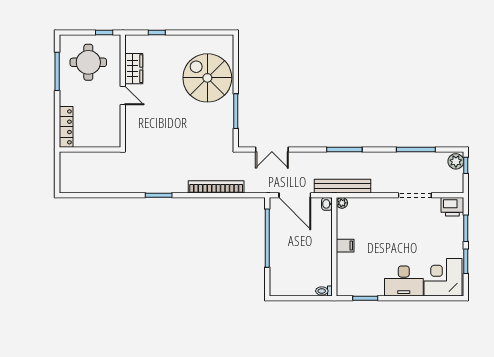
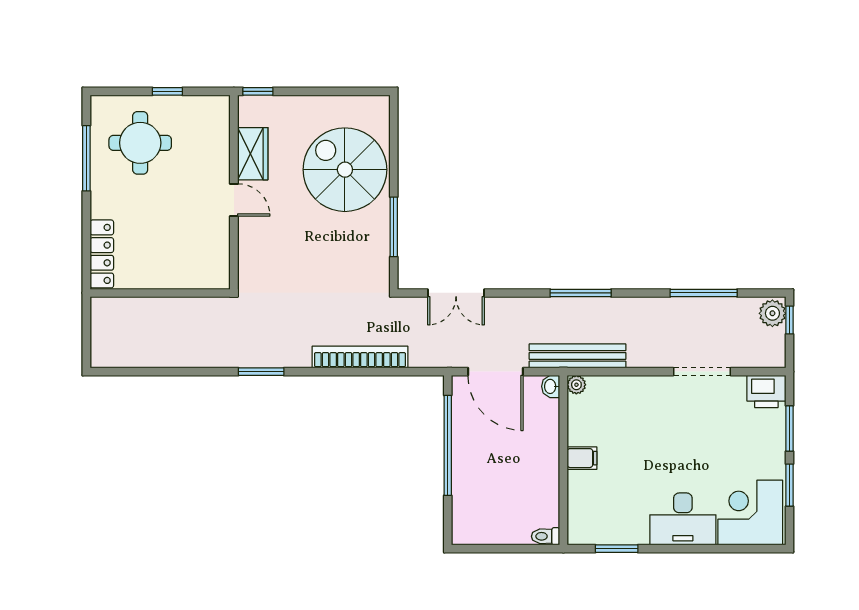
wardrobe: (134, 69) -> (253, 154), moved
wall: (123, 91) -> (234, 192), moved
door: (123, 96) -> (234, 200), moved

